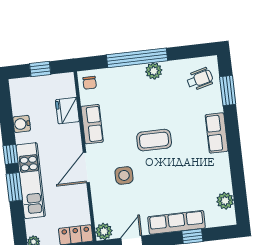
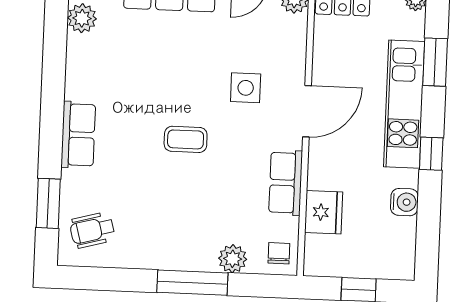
window: (137, 58) -> (192, 283), width x0.68
plant: (154, 71) -> (233, 259), moved
coffee table: (154, 140) -> (186, 139), width x0.73, depth x0.77
window: (14, 187) -> (435, 62), moved

